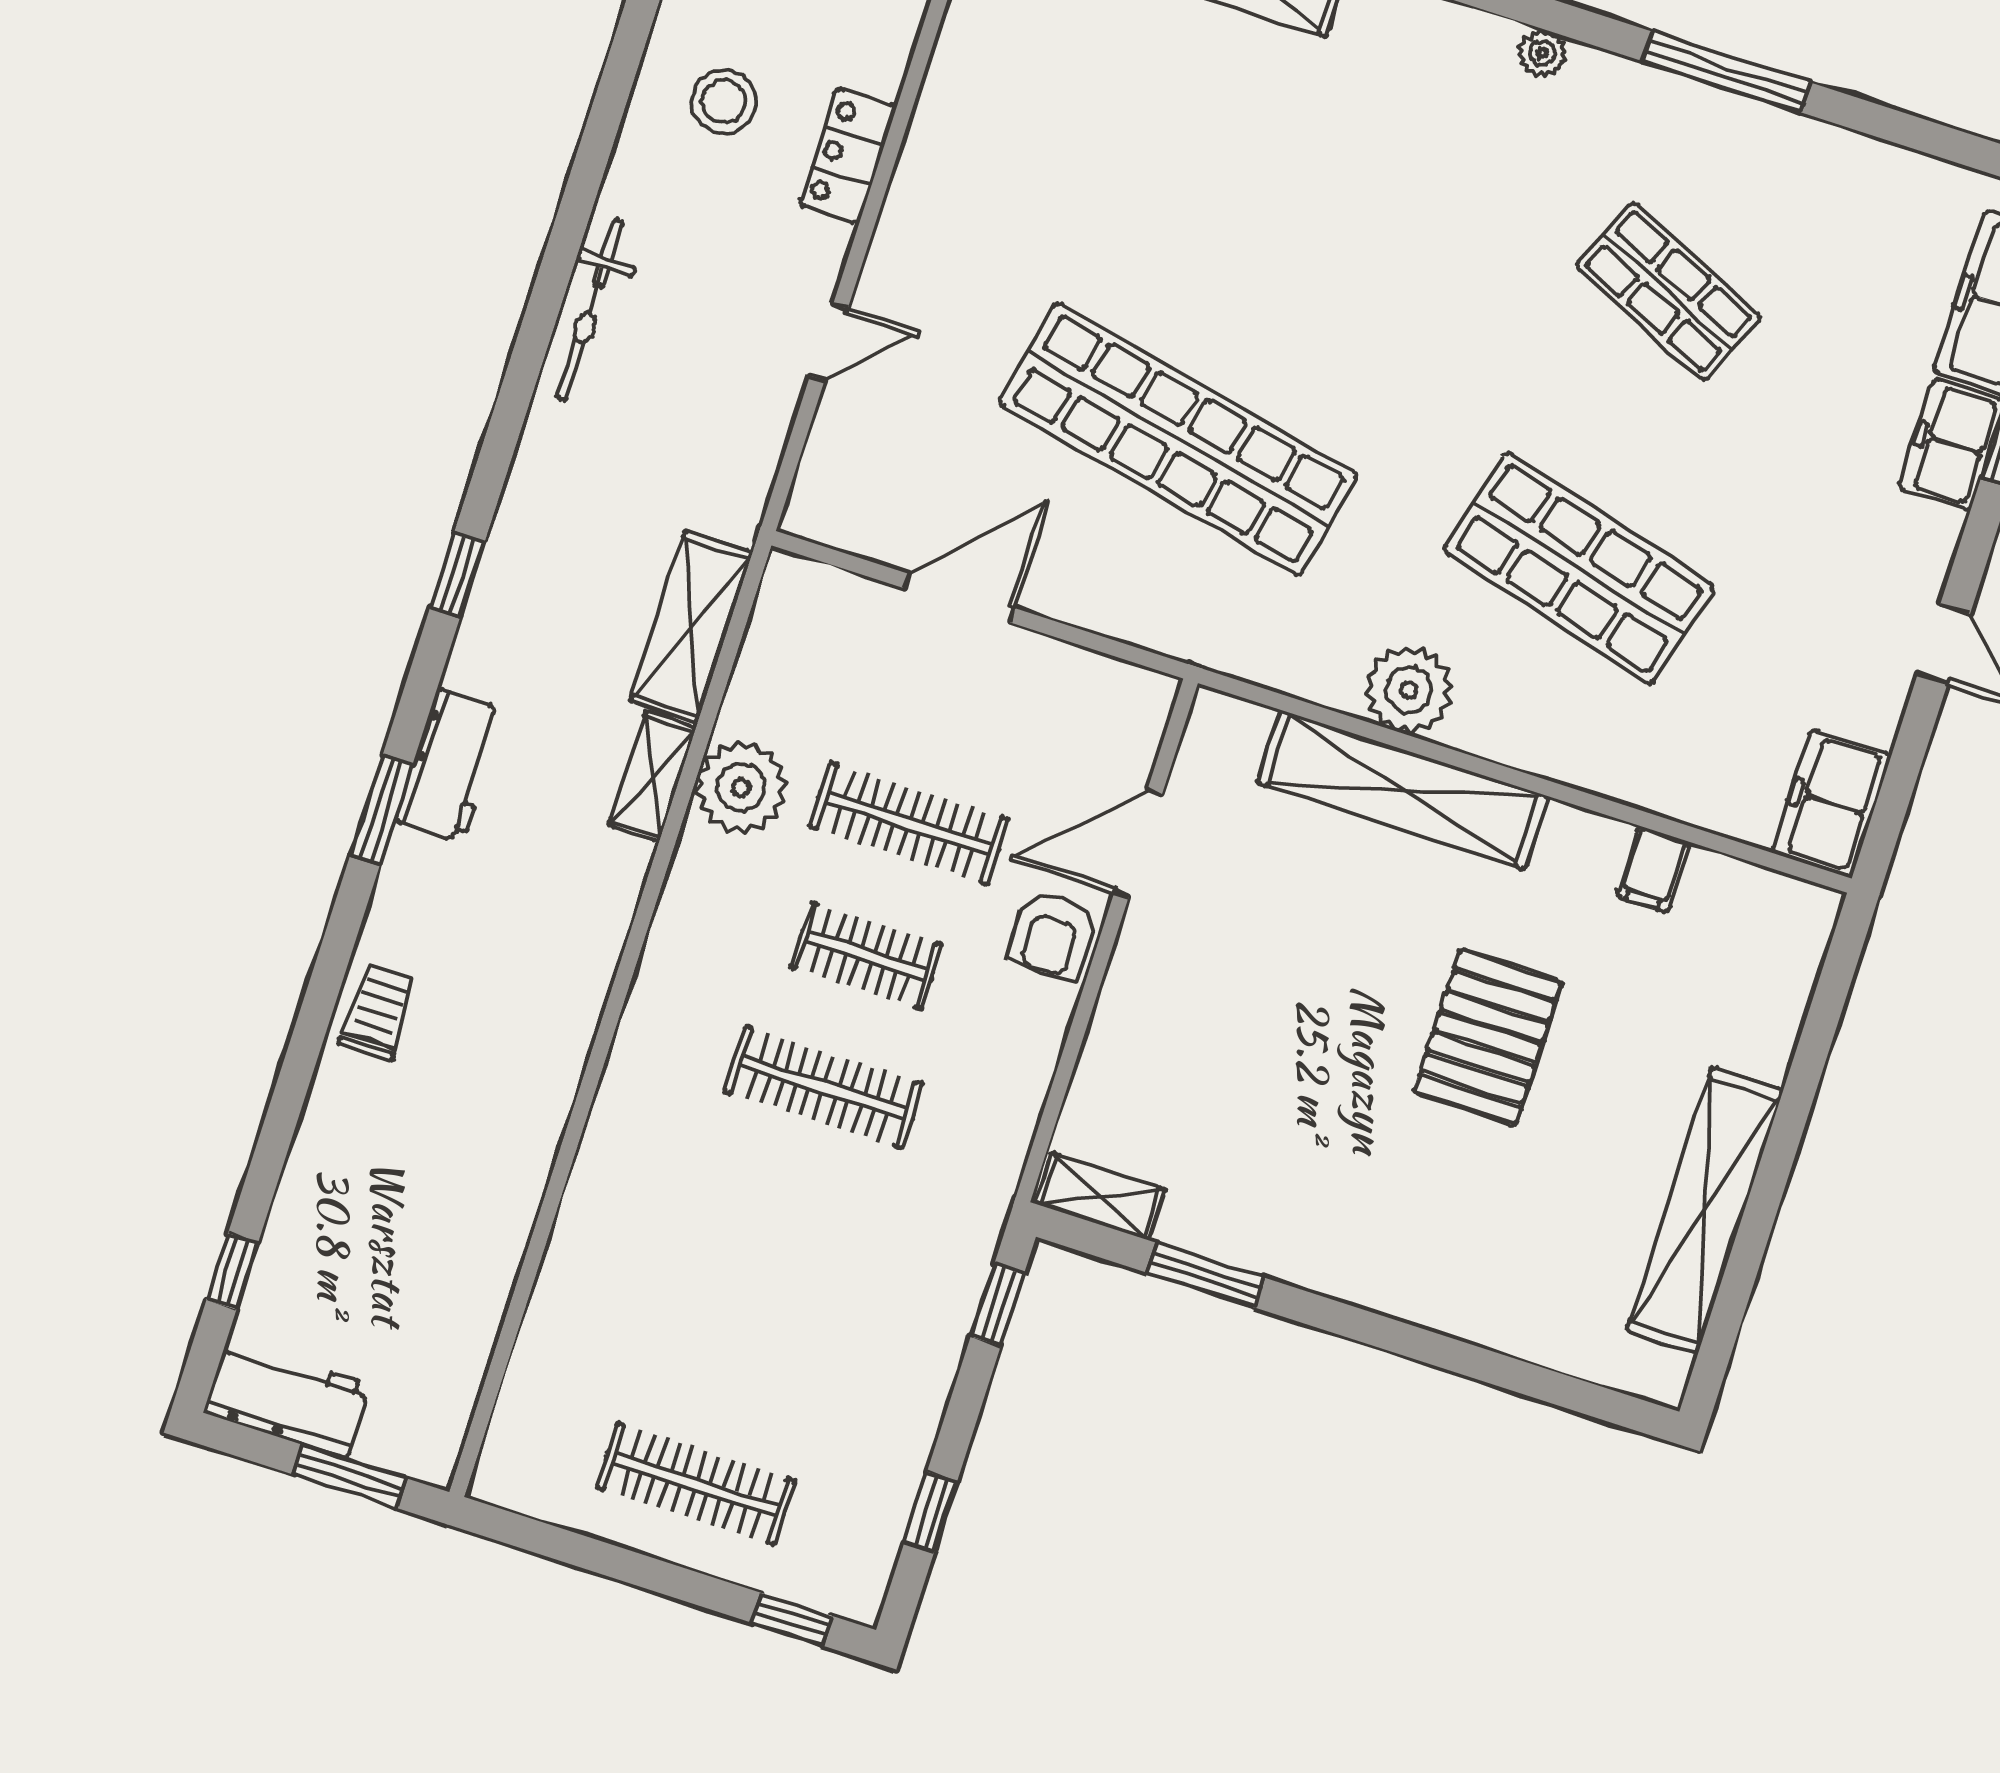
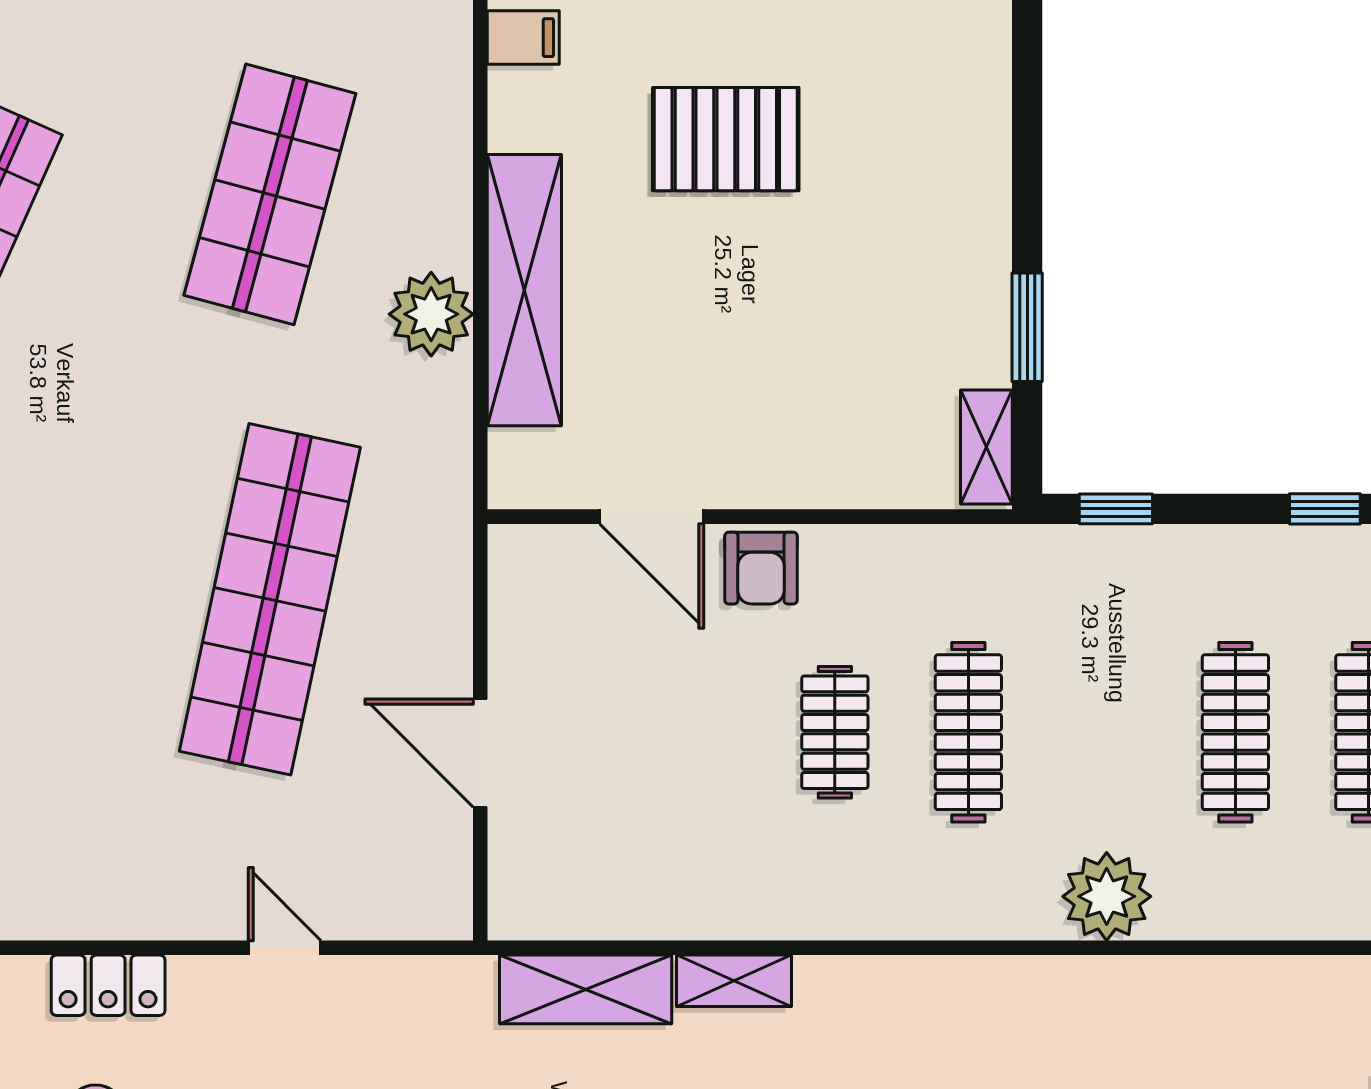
plant: (741, 787) -> (1107, 896), moved
clothes rail: (909, 823) -> (1235, 732), moved
armchair: (1052, 935) -> (761, 568), turned 90

